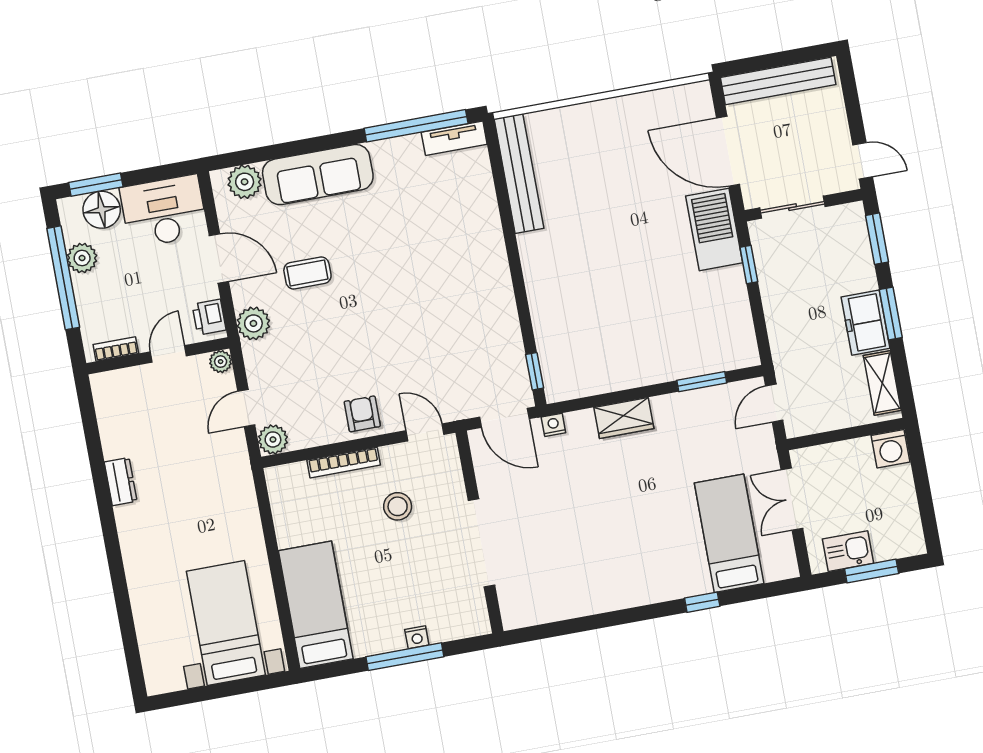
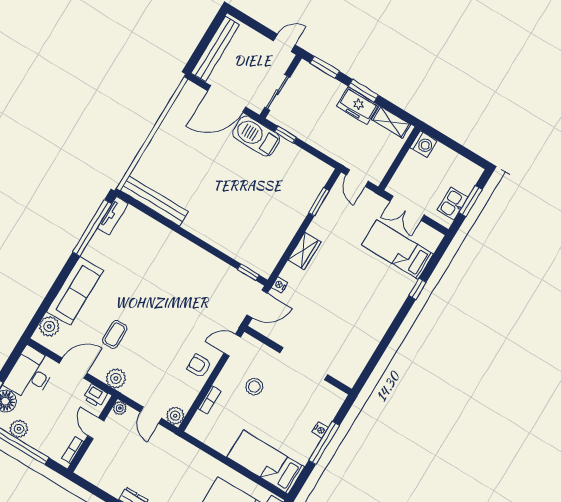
bookcase: (344, 463) -> (209, 400), width x0.64

